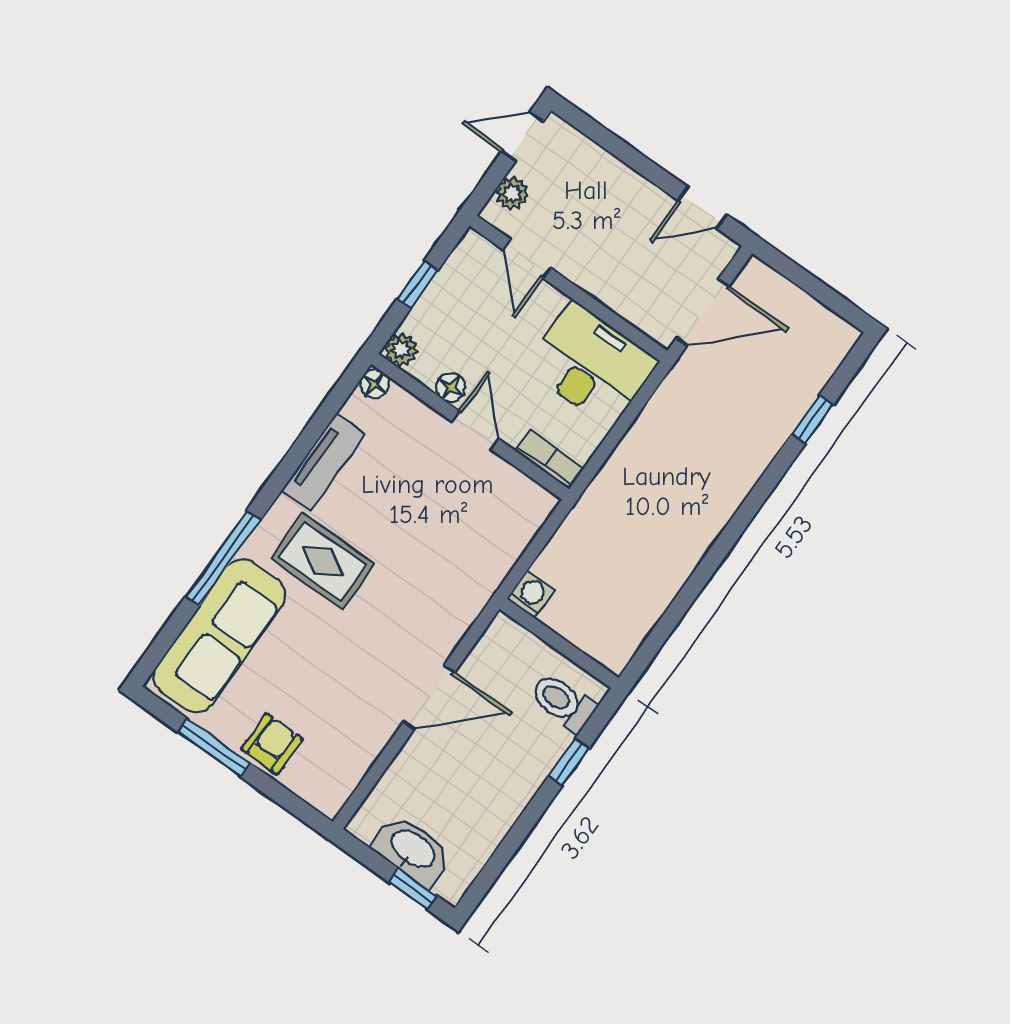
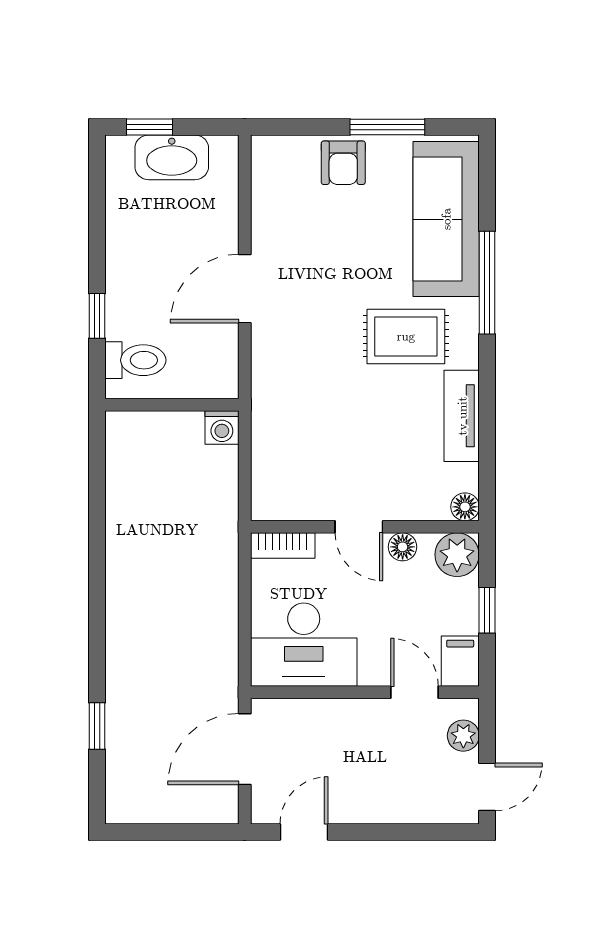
filing cabinet: (470, 258) -> (460, 661), added
plant: (401, 350) -> (457, 555), width x1.38, depth x1.38

